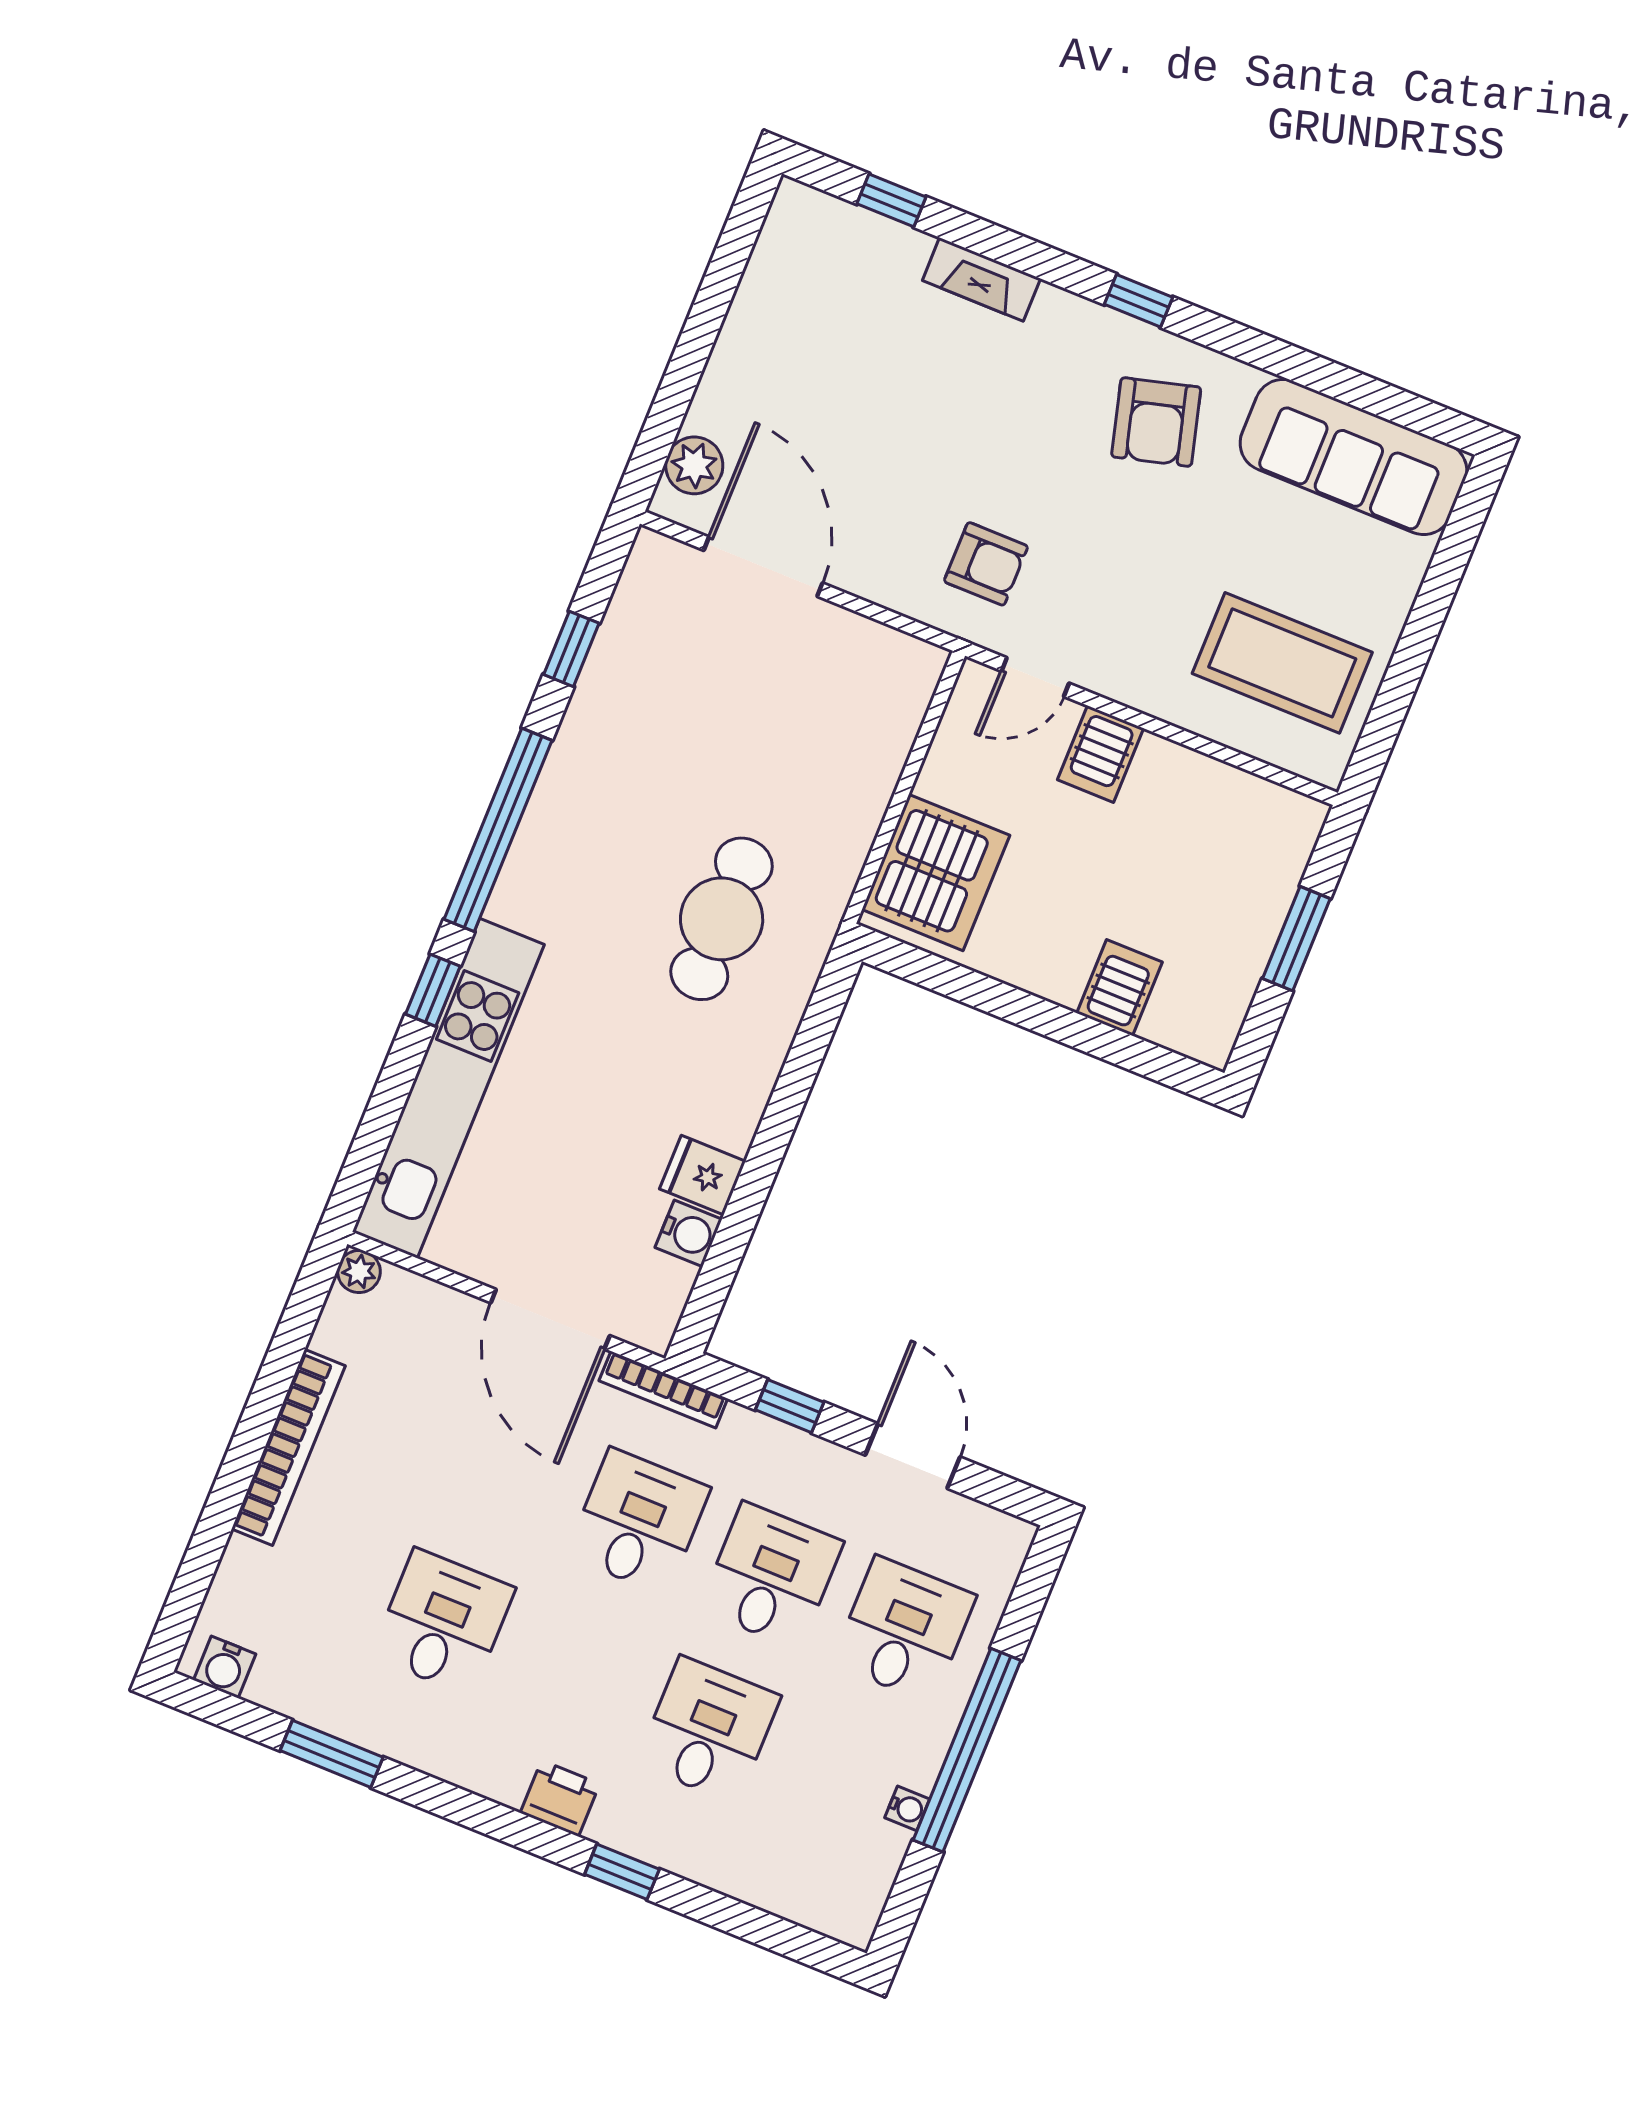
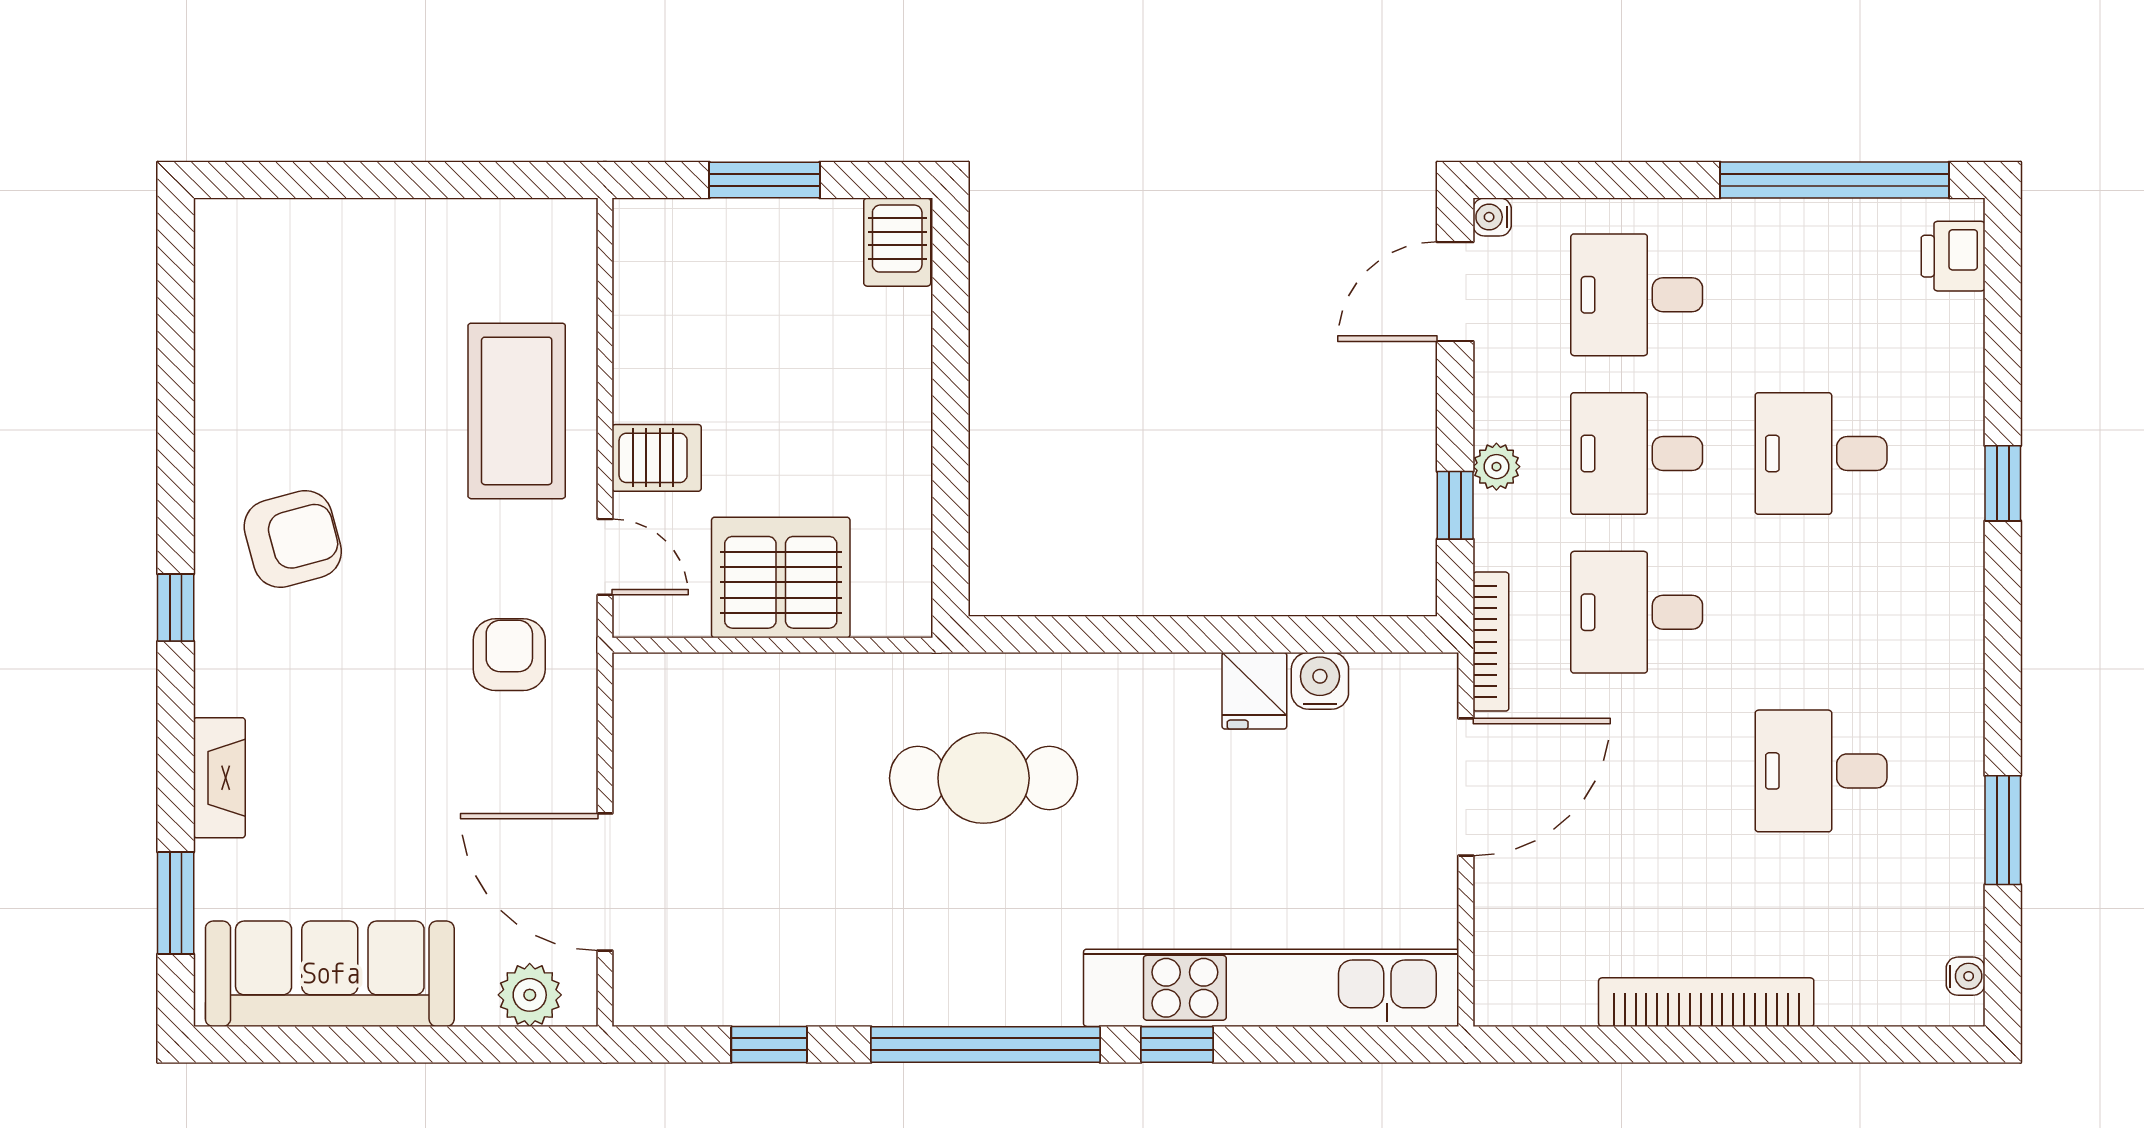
window: (891, 200) -> (176, 903), width x1.50
sofa: (1353, 457) -> (330, 974), moved, turned -90
door: (763, 567) -> (605, 882), hinge flipped
coffee table: (1282, 663) -> (517, 411), moved
server rack: (936, 872) -> (781, 577), moved
server rack: (1119, 988) -> (897, 242), moved, turned -90
plant: (359, 1272) -> (1496, 467), moved
door: (913, 1456) -> (1455, 292), moved
water cooler: (225, 1667) -> (1966, 976), width x0.72, depth x0.72
window: (967, 1750) -> (1835, 180), moved
printer: (560, 1798) -> (1953, 256), moved
water cooler: (907, 1808) -> (1492, 217), moved, turned -90

